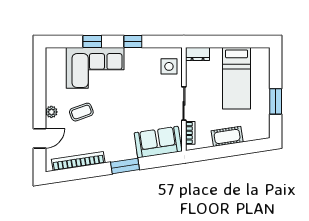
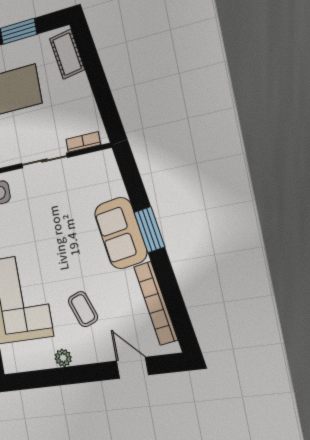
plant: (51, 112) -> (63, 358), moved
cot: (227, 136) -> (67, 54), moved
sofa: (158, 142) -> (121, 233), moved

